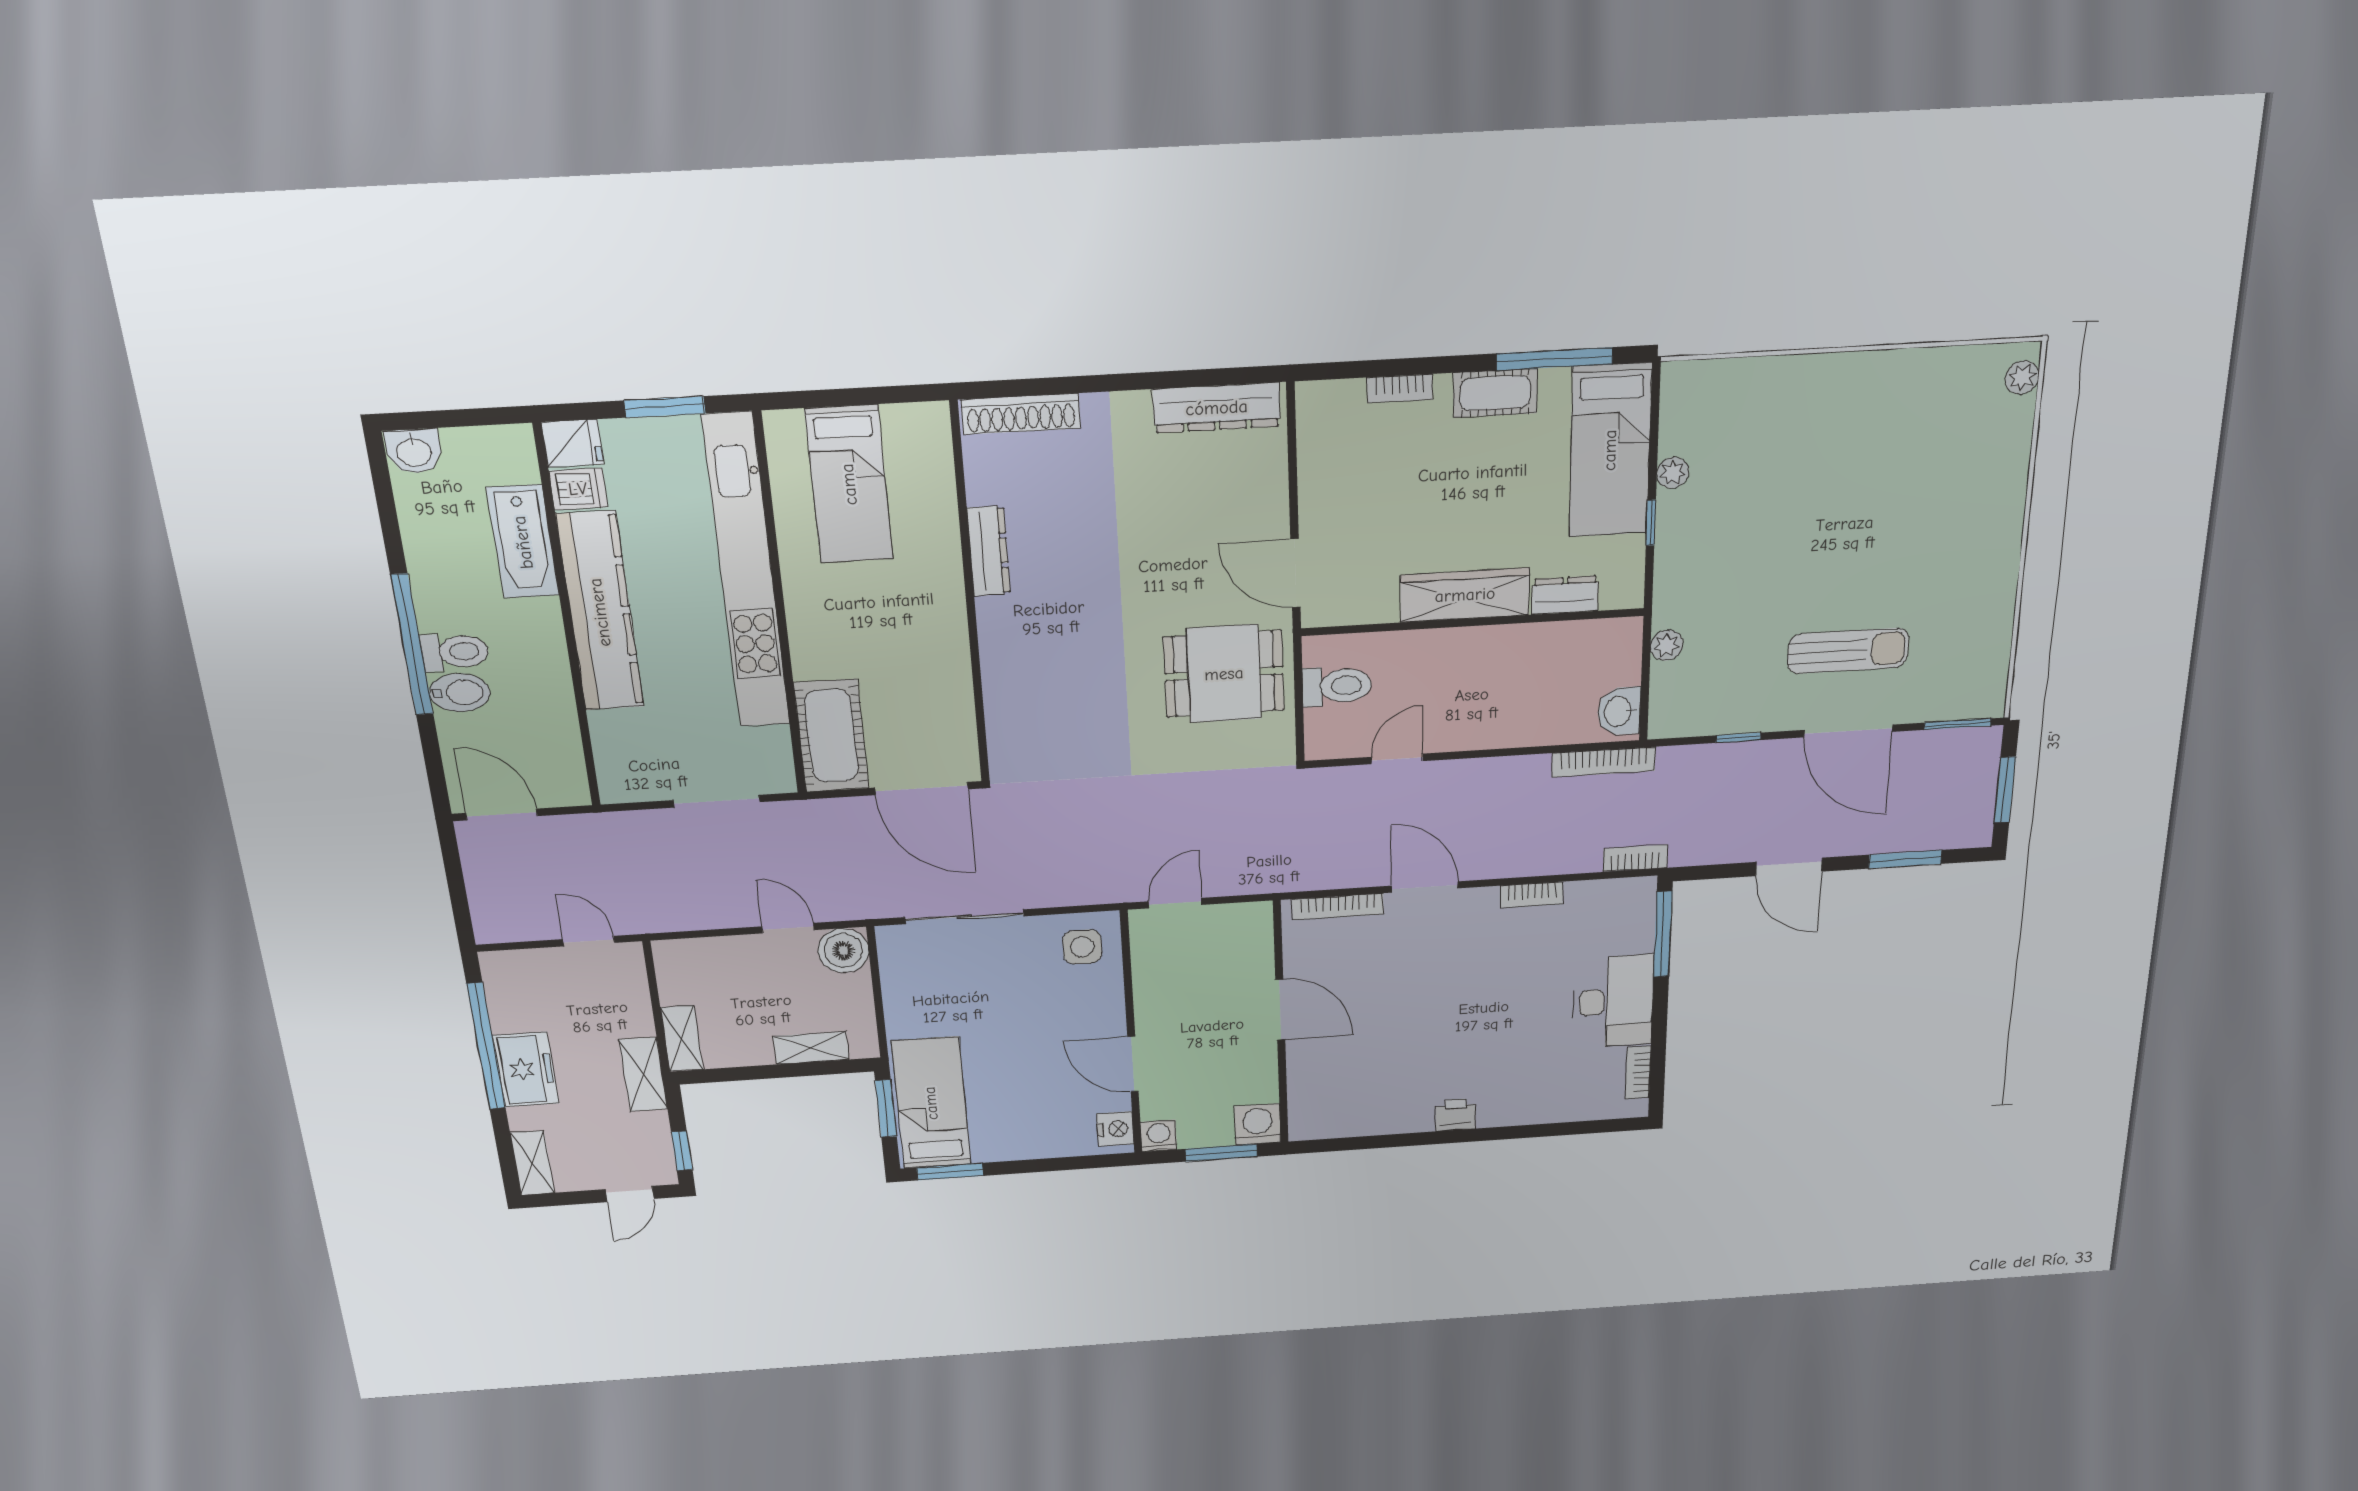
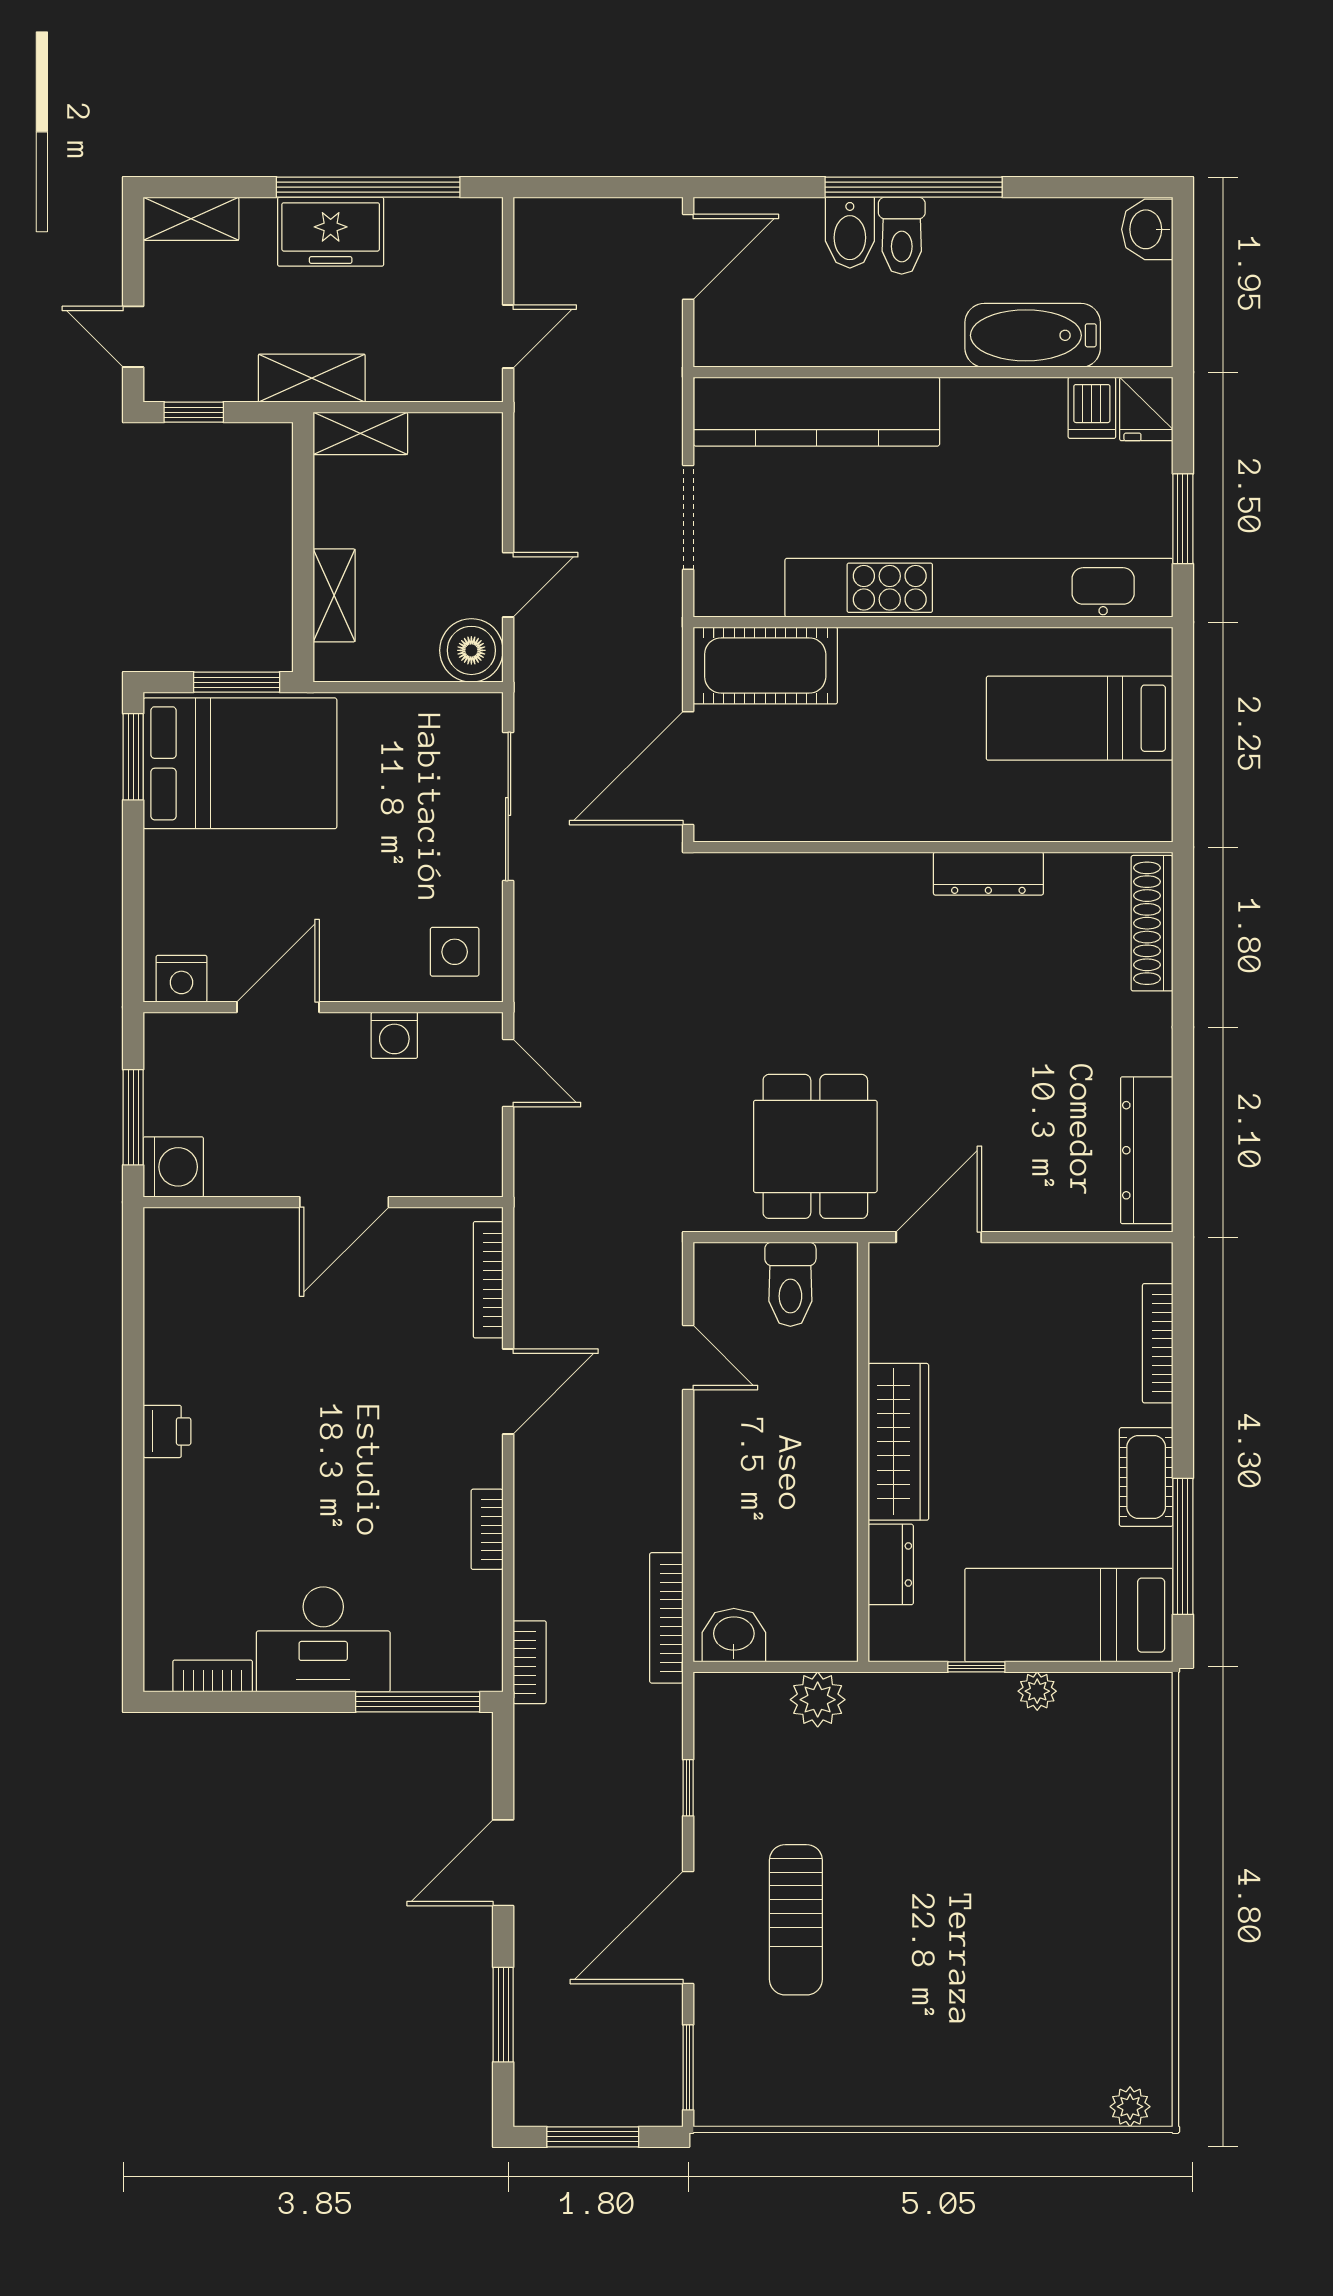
bookcase: (1400, 388) -> (1158, 1343), width x1.56
kitchen counter: (600, 612) -> (817, 412), moved
plant: (1667, 645) -> (818, 1700), width x1.38, depth x1.38
bed: (931, 1103) -> (240, 763), width x1.50
washing machine: (1159, 1136) -> (394, 1035), moved, turned 90

